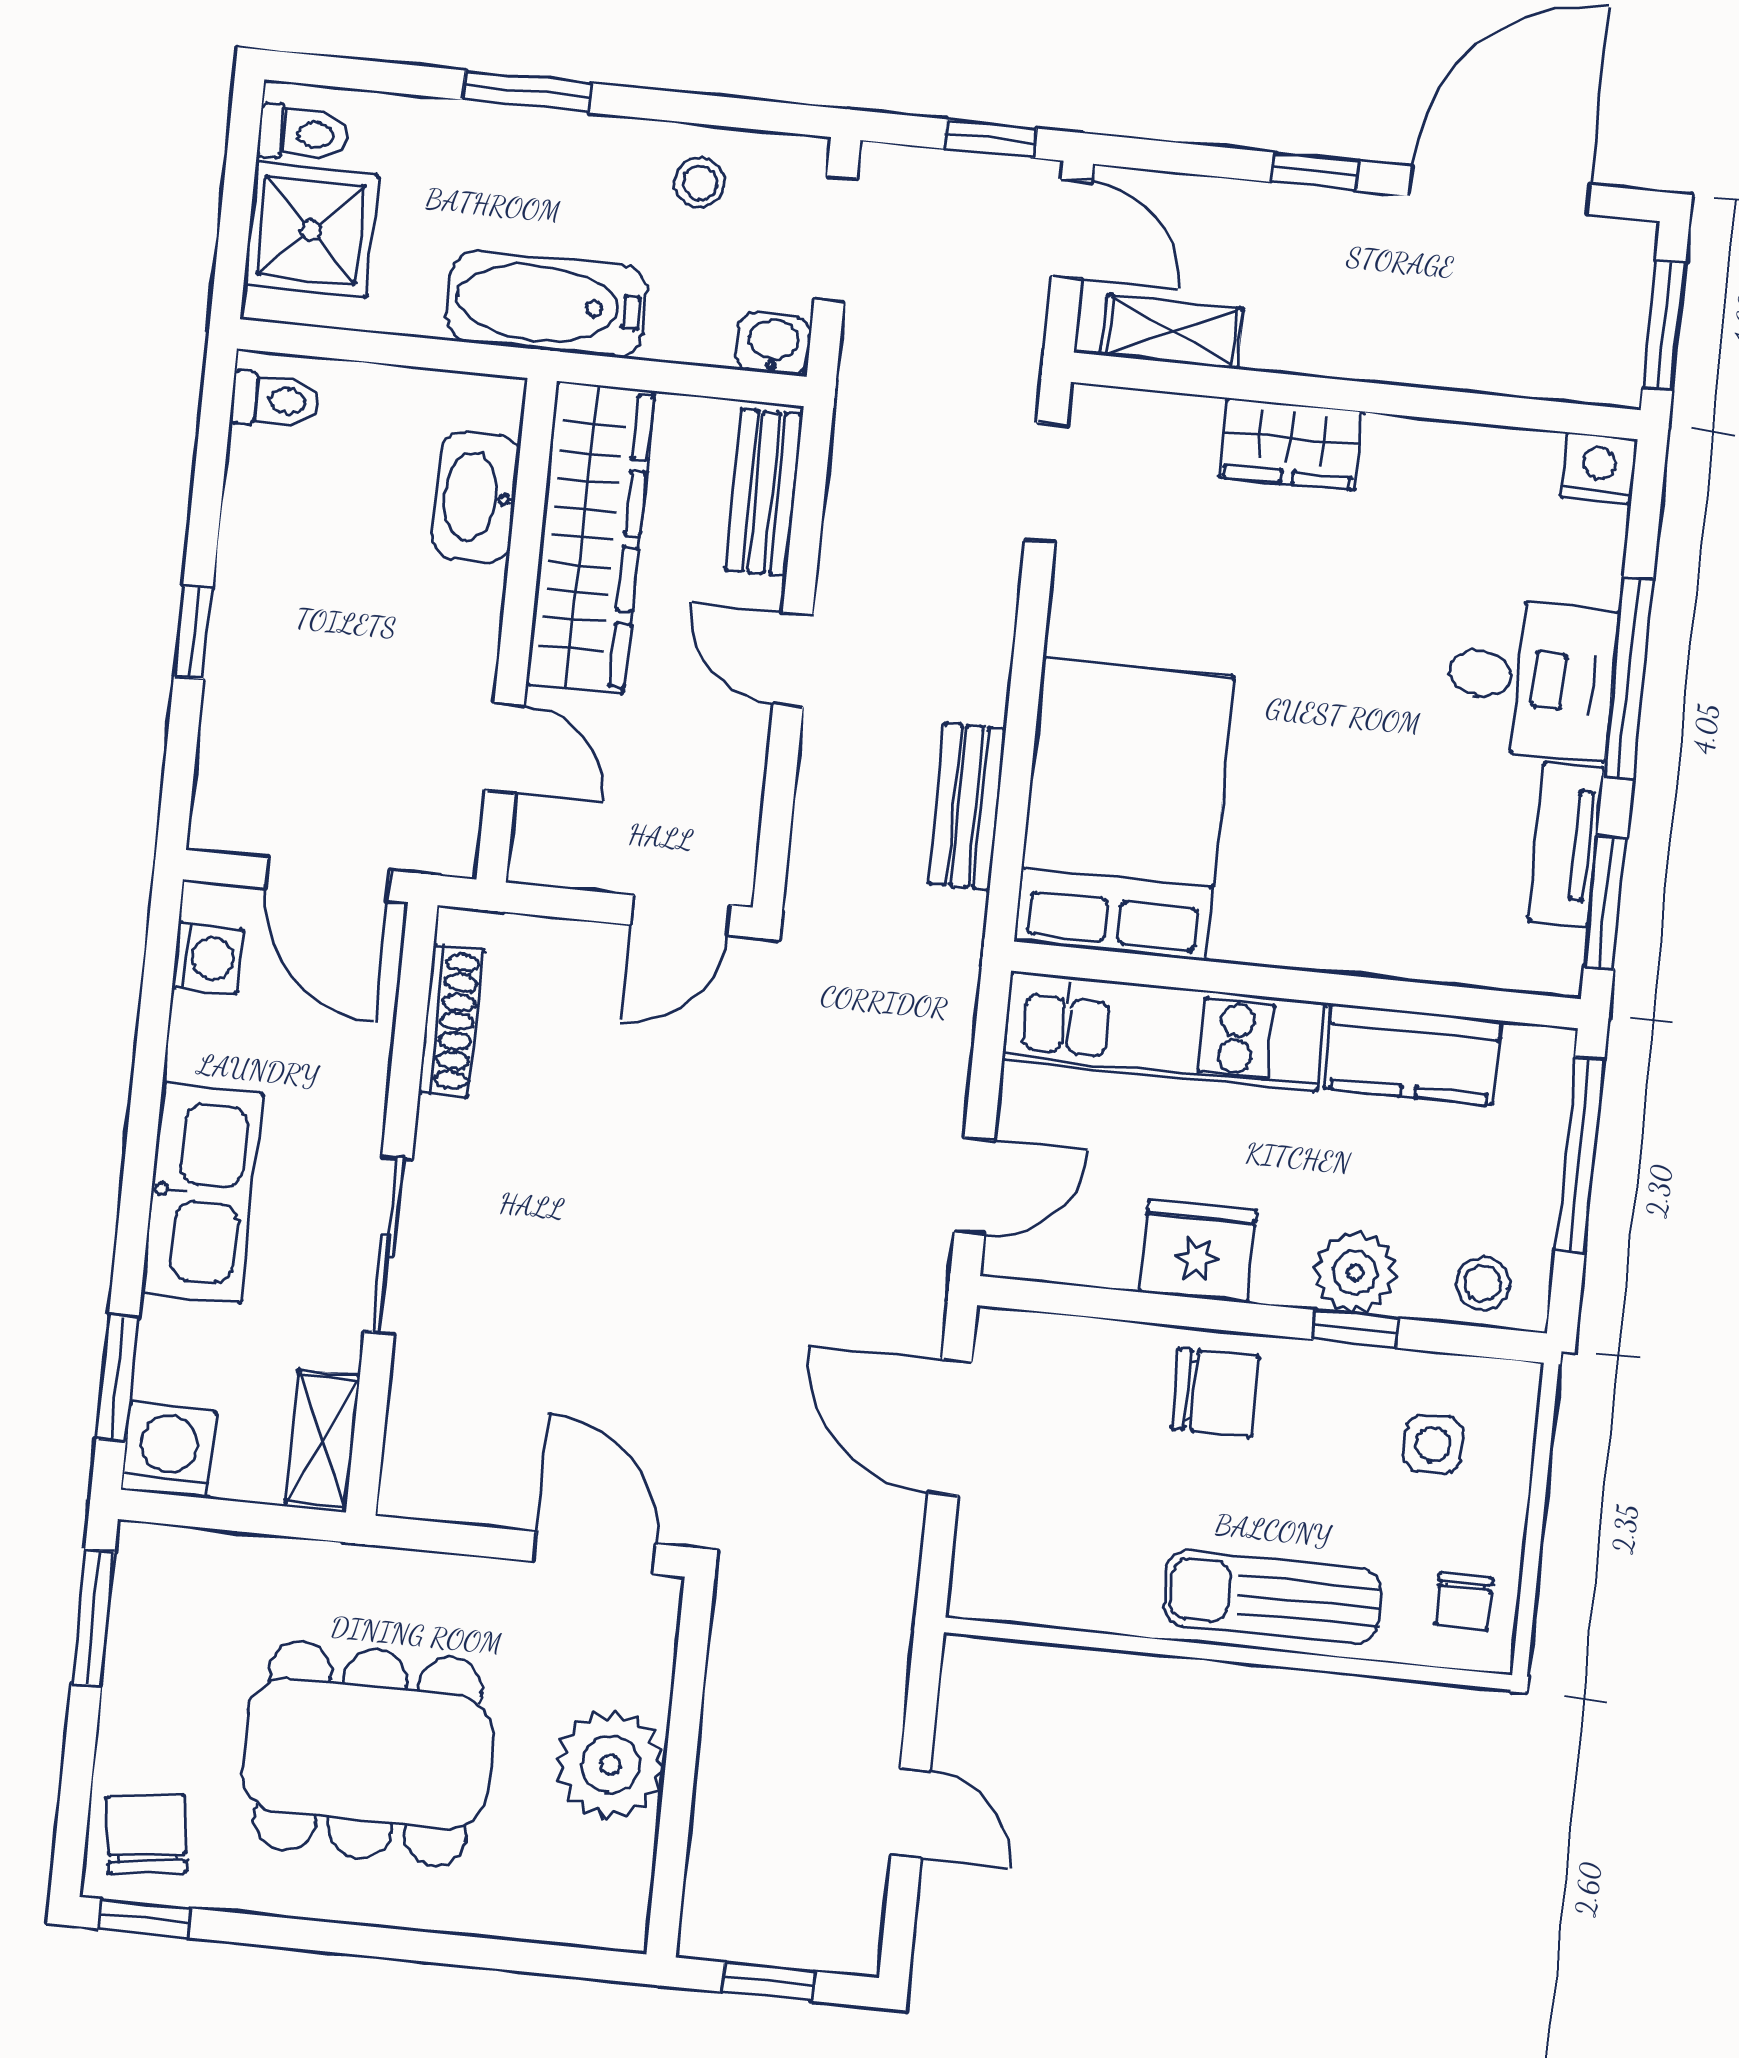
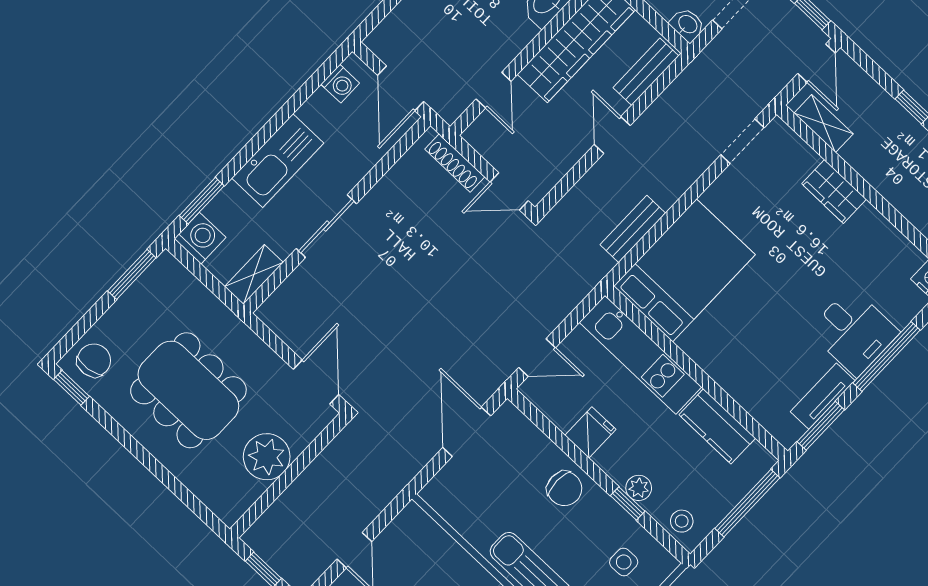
shoe rack: (451, 1021) -> (455, 163), moved, turned 90
fridge: (1198, 1251) -> (590, 432), width x0.72
plant: (1355, 1272) -> (639, 488), width x0.73, depth x0.73

